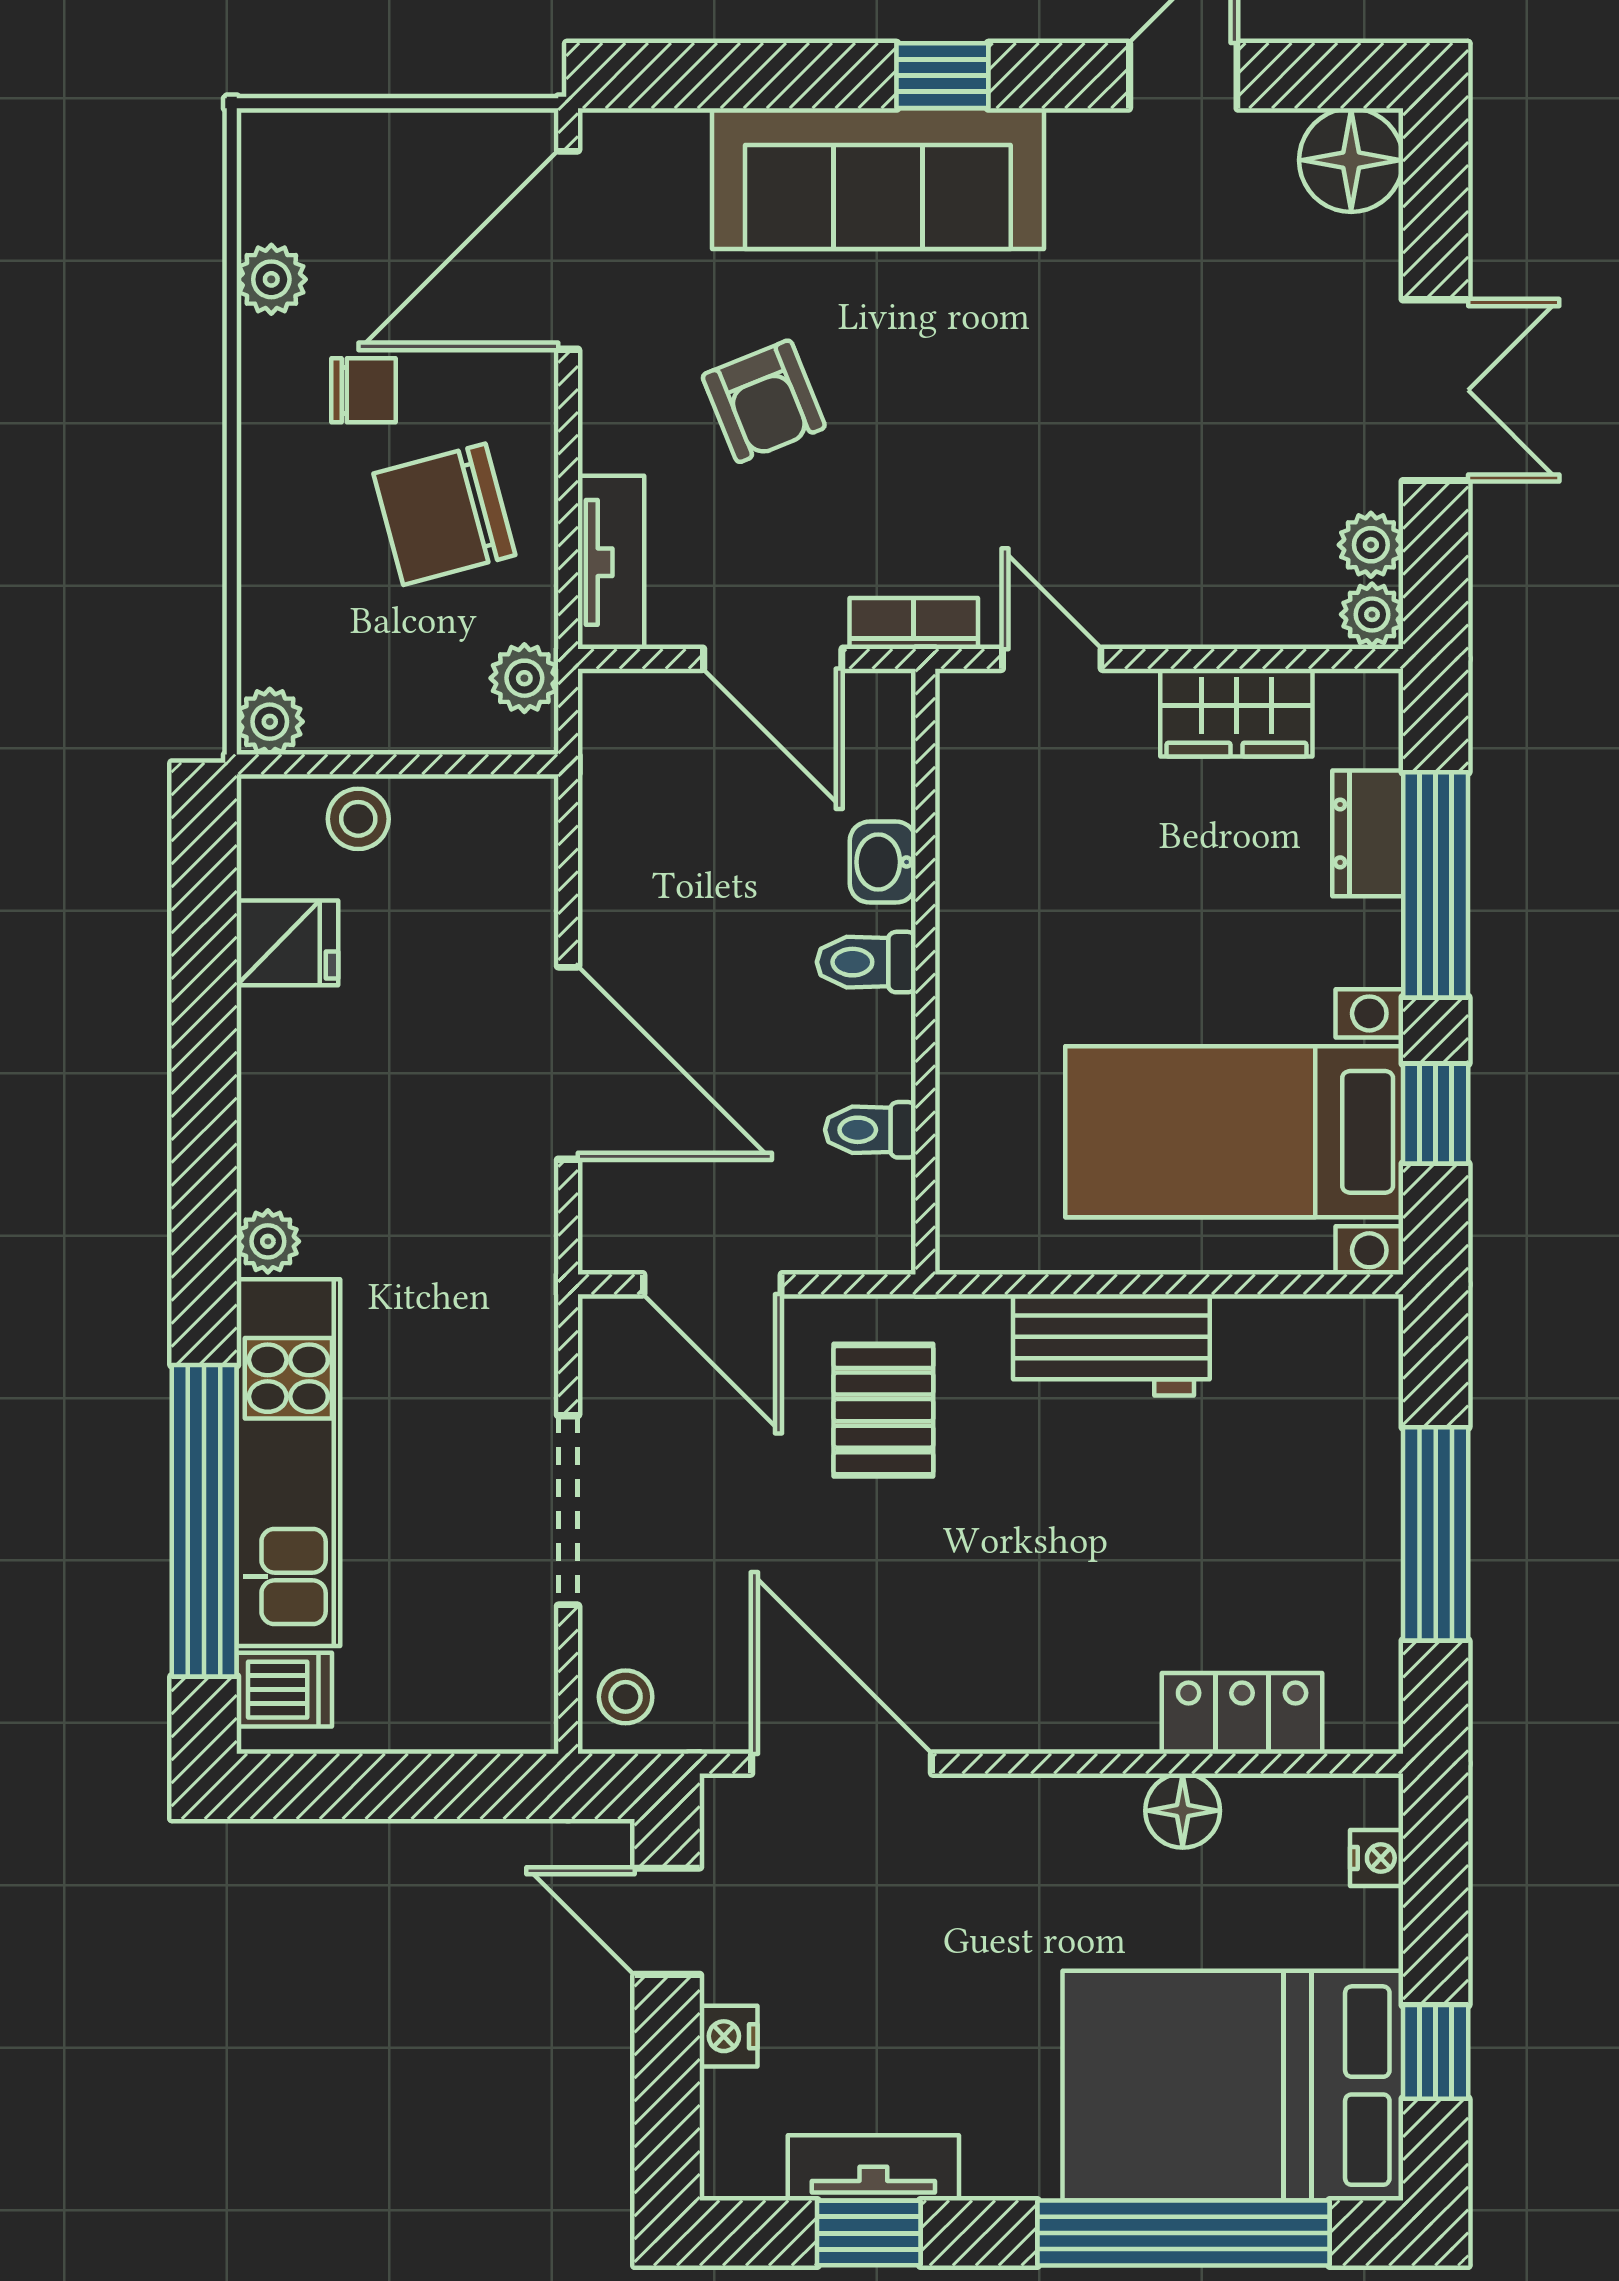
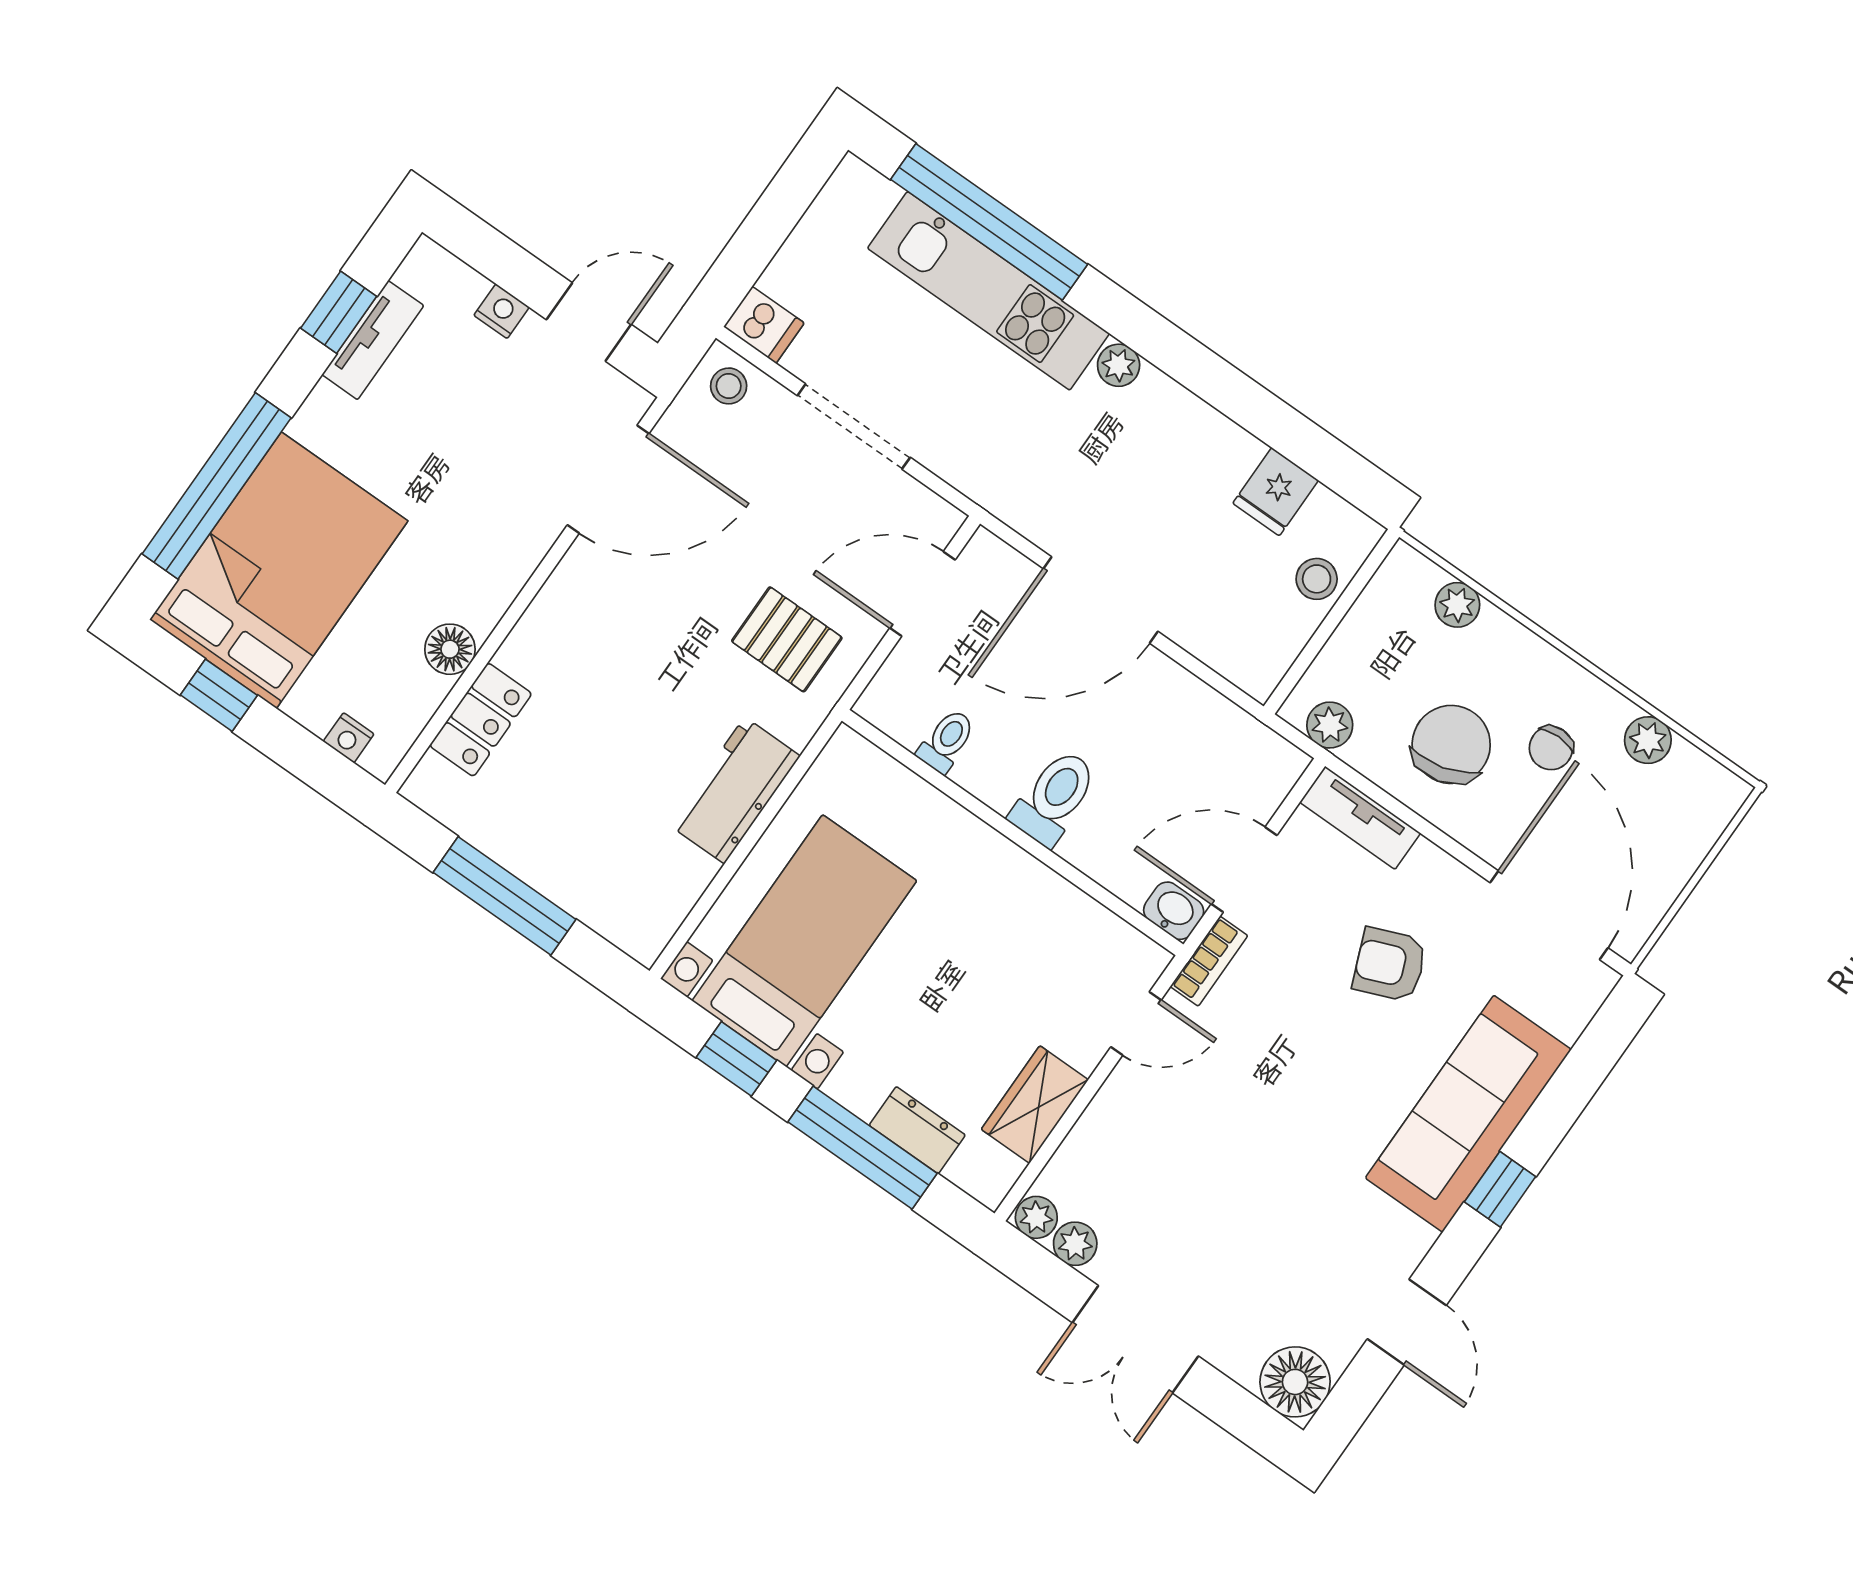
plant: (270, 722) -> (1457, 605), moved
washbasin: (883, 862) -> (1174, 911), moved
toilet: (866, 962) -> (1054, 797), width x1.37, depth x1.39
dishwasher: (284, 1690) -> (764, 325), moved, turned -90

